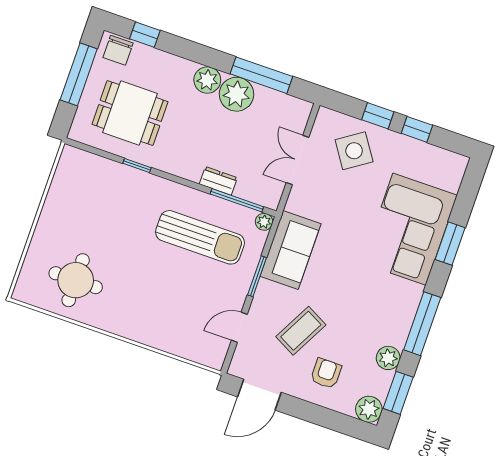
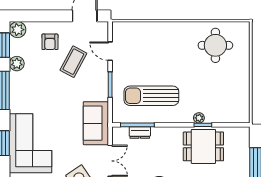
dining table: (130, 113) -> (203, 146), moved
dresser: (218, 181) -> (140, 133), moved
plant: (264, 222) -> (199, 118), moved
sofa: (290, 250) -> (96, 123), moved
door: (239, 327) -> (110, 51), swing flipped

